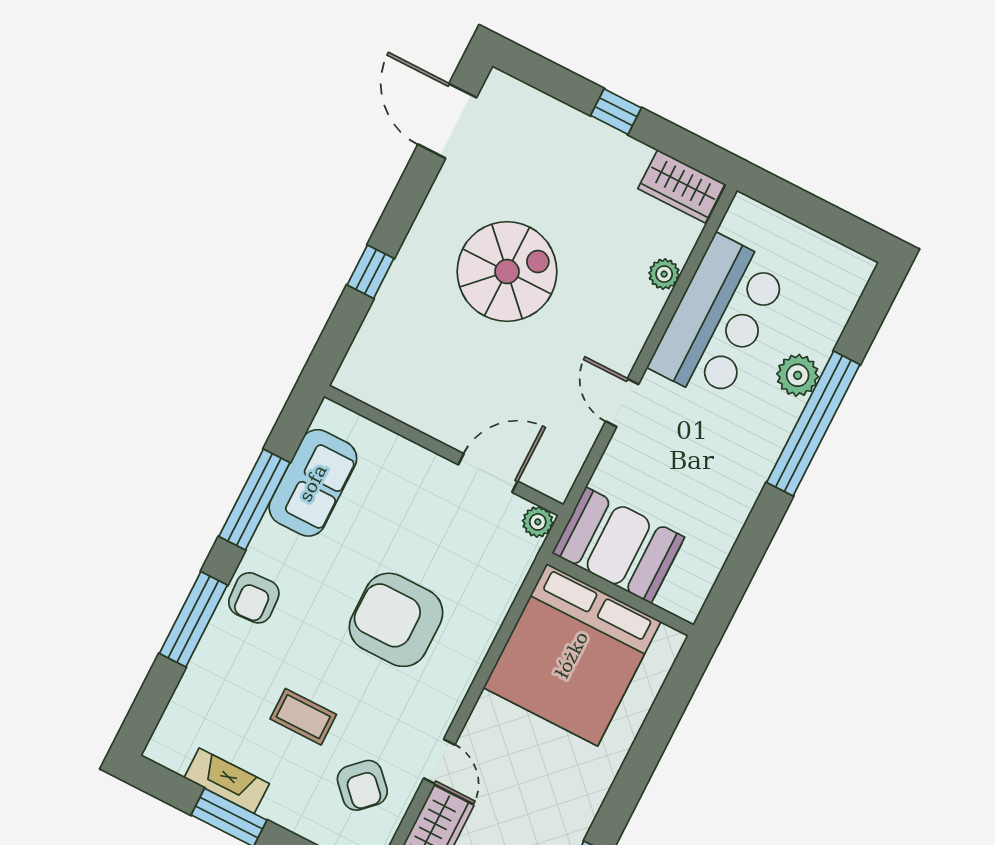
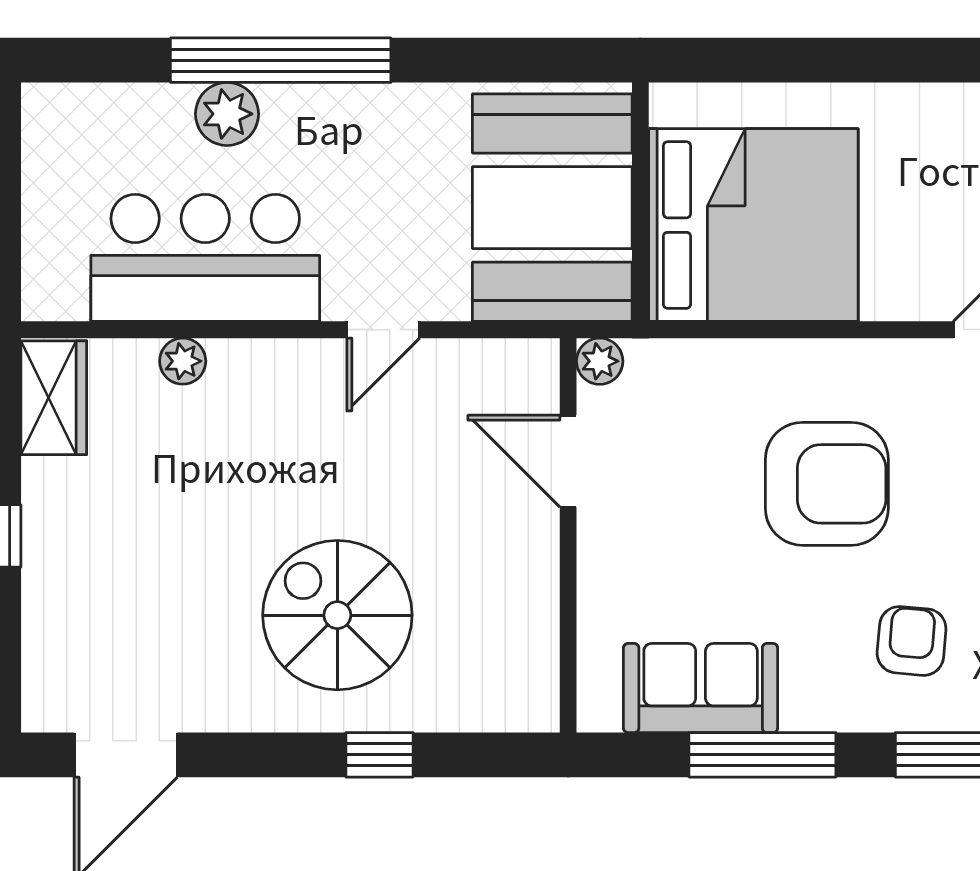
spiral stairs: (507, 272) -> (337, 615), moved
booth: (618, 545) -> (552, 208), width x1.36, depth x1.42
armchair: (254, 598) -> (912, 641), moved, turned -82
armchair: (396, 620) -> (827, 484), turned -90

